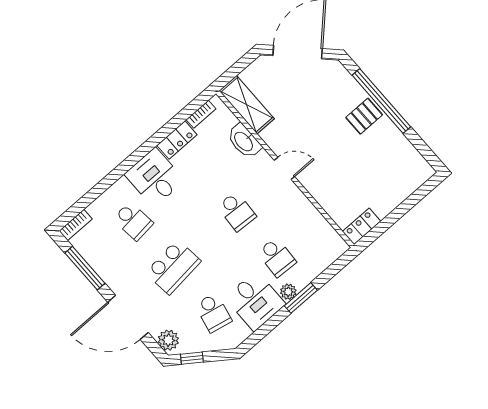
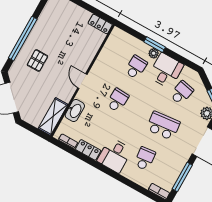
pallet: (364, 116) -> (37, 60), moved, turned 90

